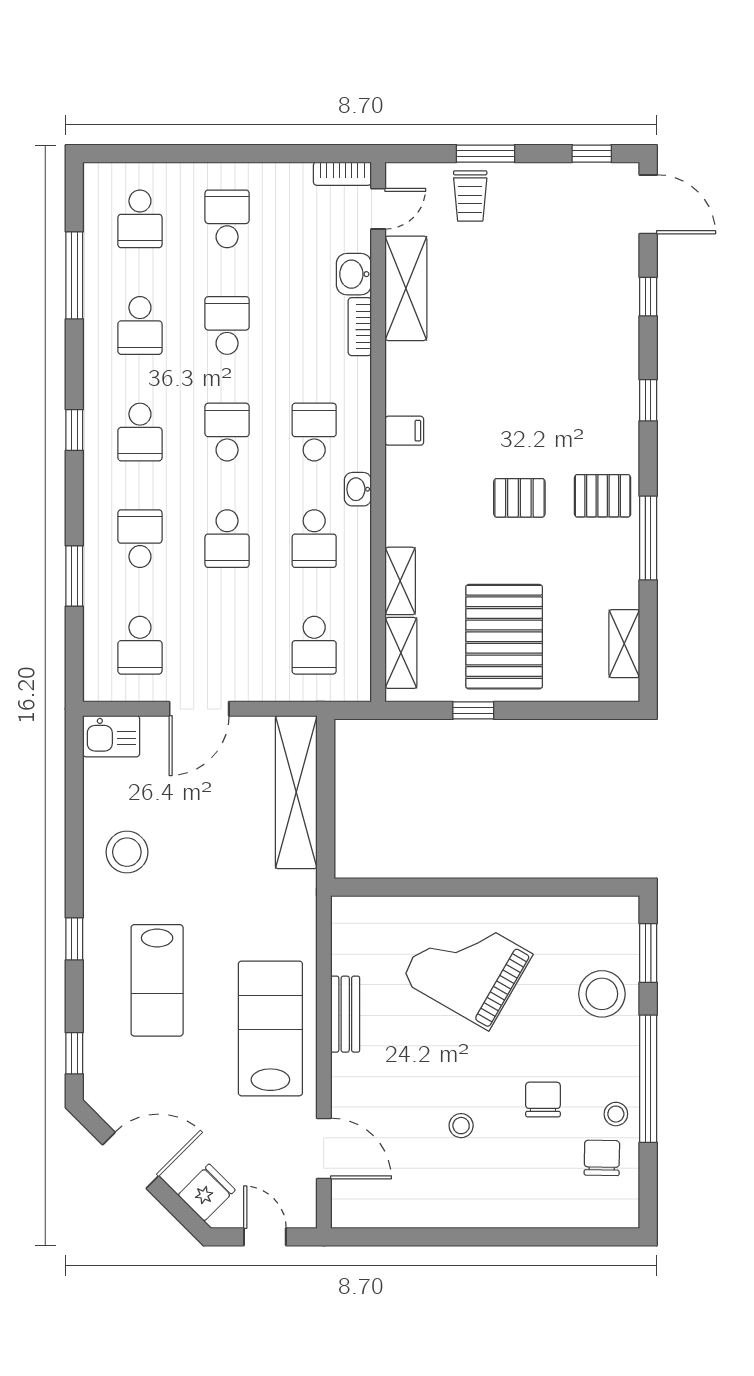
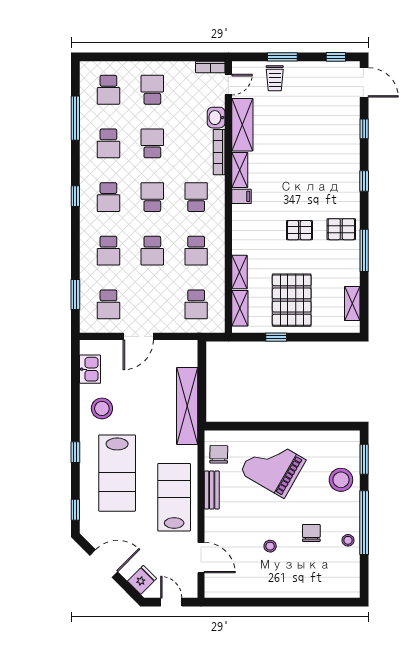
bookcase: (360, 327) -> (219, 152), width x1.56
shelving: (401, 378) -> (240, 170), added
washbasin: (358, 489) -> (218, 226), removed
school desk: (140, 539) -> (108, 251), turned 180
window: (74, 576) -> (75, 294), moved
kitchen sink: (111, 736) -> (90, 369), moved, turned -90
shelving: (296, 792) -> (187, 406), moved
lab bench: (157, 980) -> (117, 473), width x1.36, depth x1.39
chair: (602, 1158) -> (219, 454), moved

